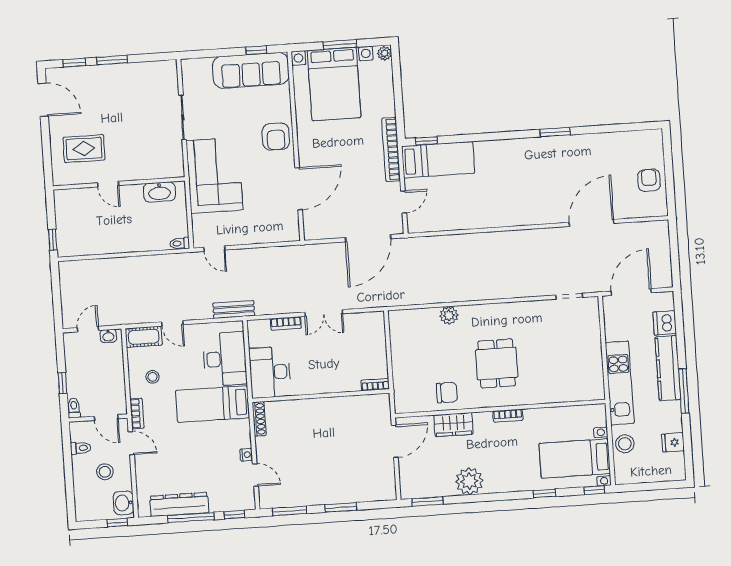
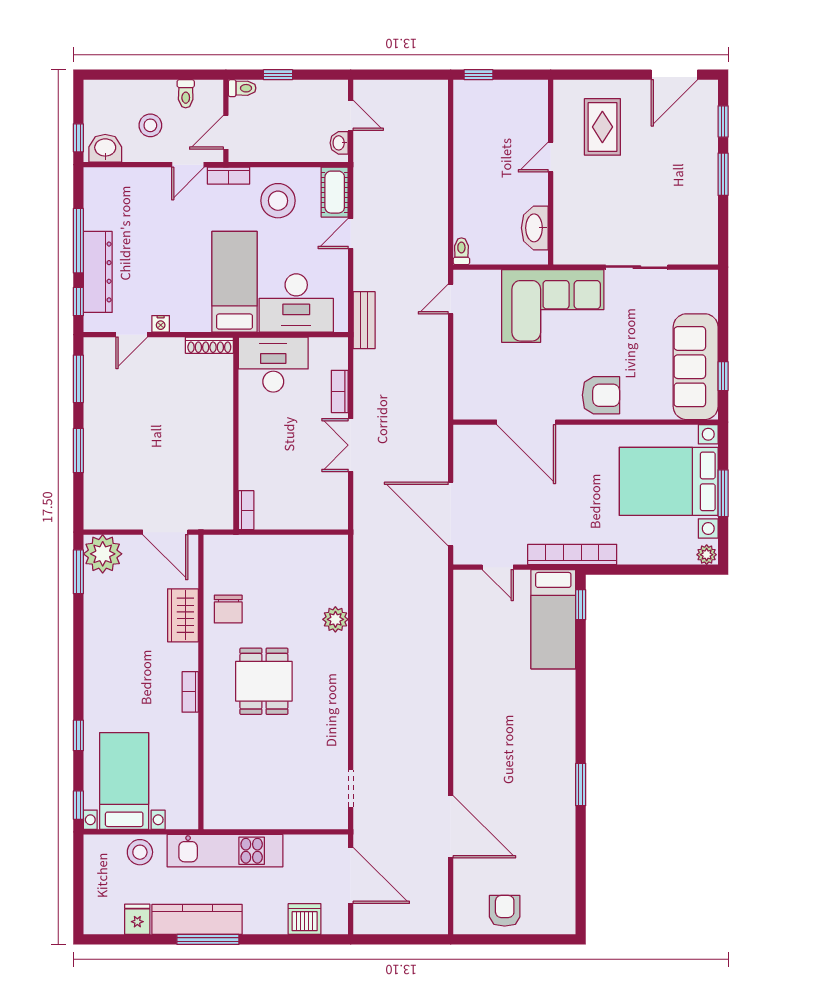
armchair: (276, 137) -> (601, 395), turned 180
armchair: (649, 180) -> (505, 911), turned -90
dining table: (497, 364) -> (264, 681), turned 90
kitchen counter: (668, 368) -> (197, 919), moved
stool: (153, 377) -> (278, 201), width x1.89, depth x1.89
plant: (469, 481) -> (103, 554), moved
dresser: (179, 504) -> (98, 272), moved

